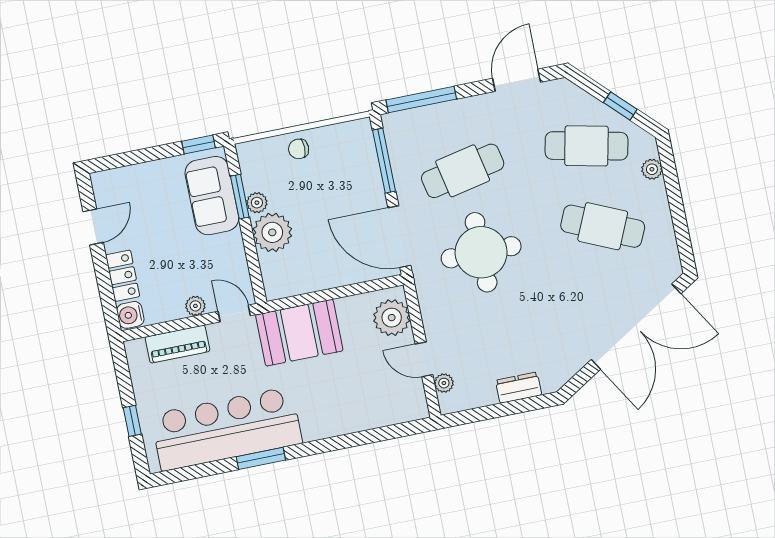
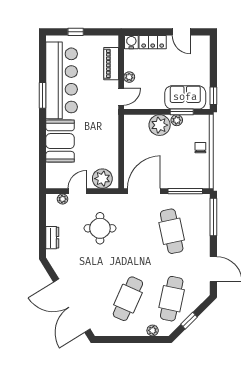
round table: (481, 252) -> (100, 228), moved, width x0.73, depth x0.73
booth: (299, 333) -> (60, 141), moved

